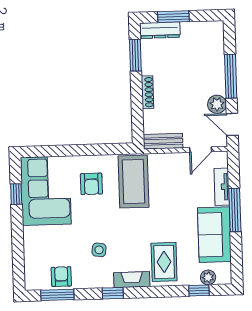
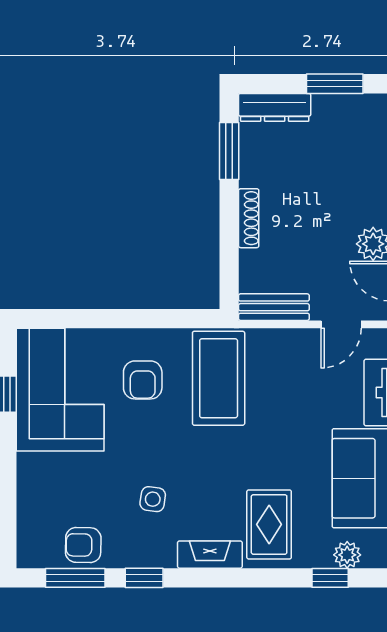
window: (173, 17) -> (335, 84), moved
armchair: (61, 277) -> (83, 545), turned -89
window: (113, 293) -> (144, 578), moved

